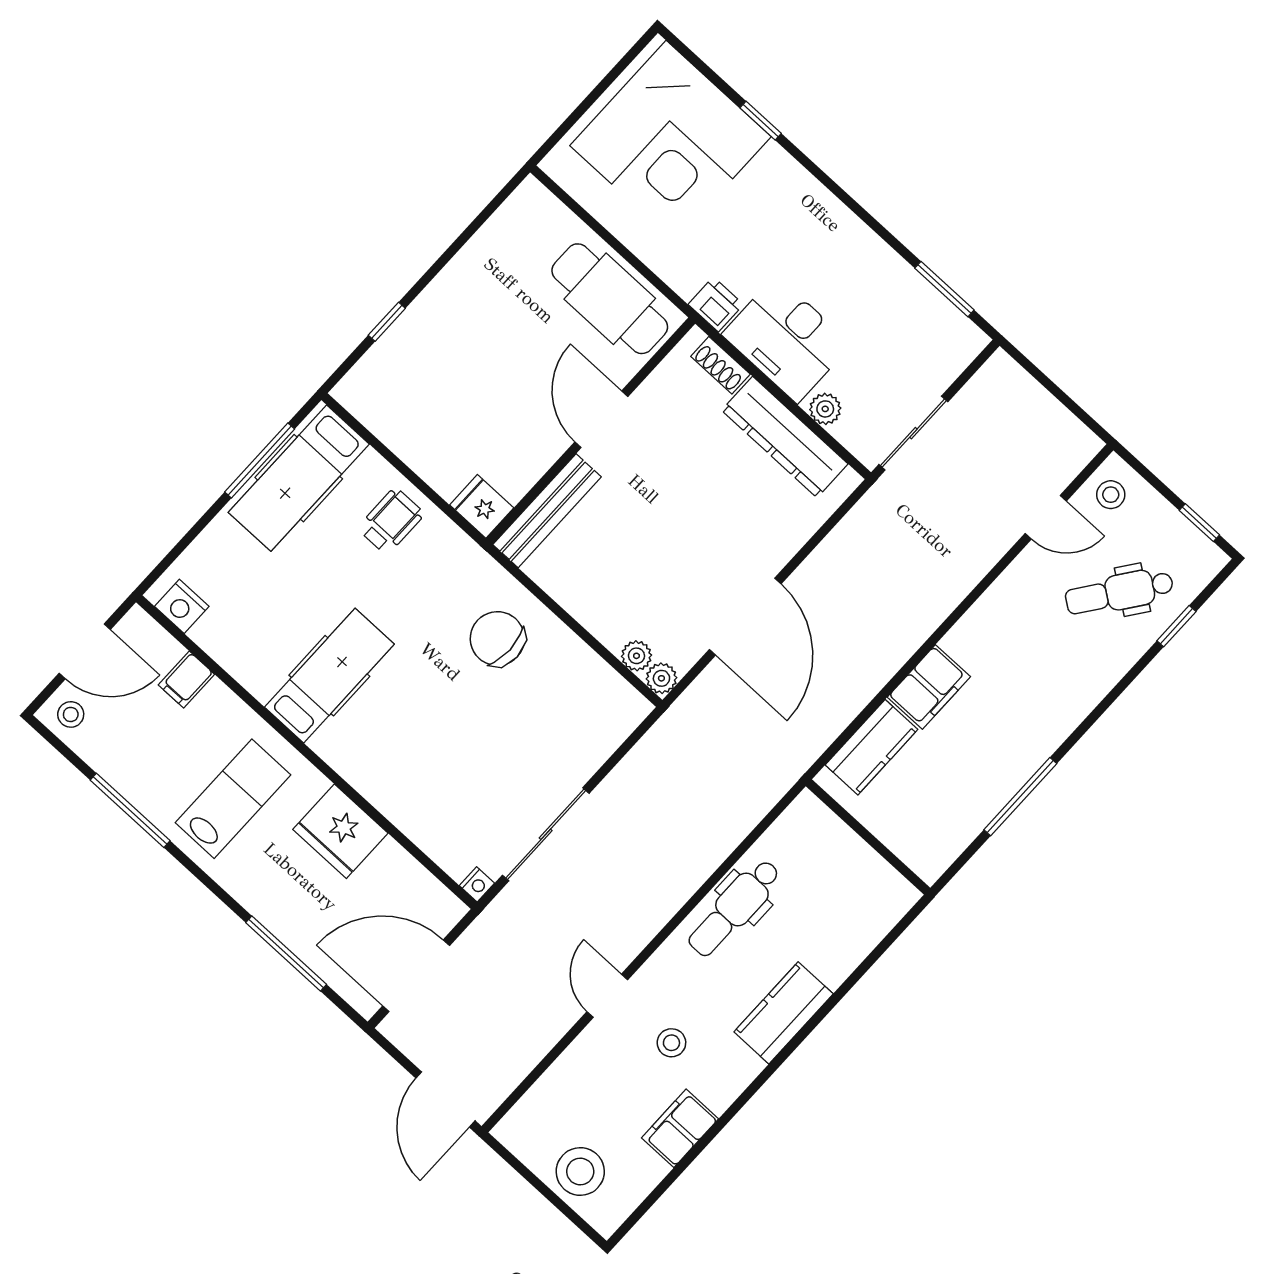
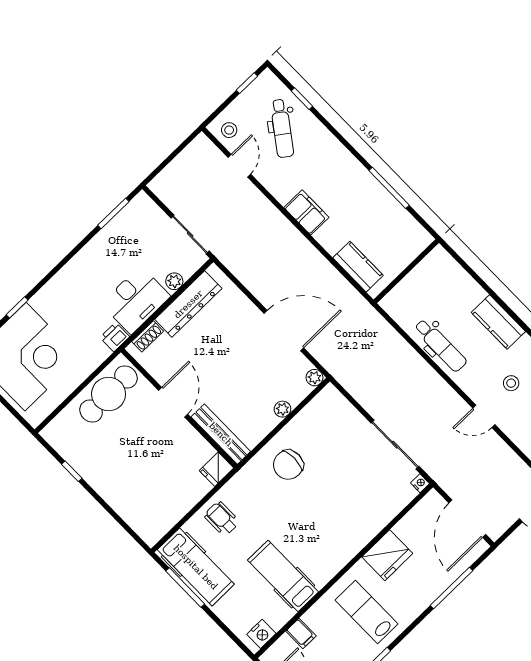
window: (387, 322) -> (72, 471), moved
door: (601, 419) -> (173, 402), swing flipped
plant: (636, 656) -> (282, 409), moved
hospital bed: (329, 676) -> (283, 576), moved
filing cabinet: (929, 687) -> (306, 212), moved

